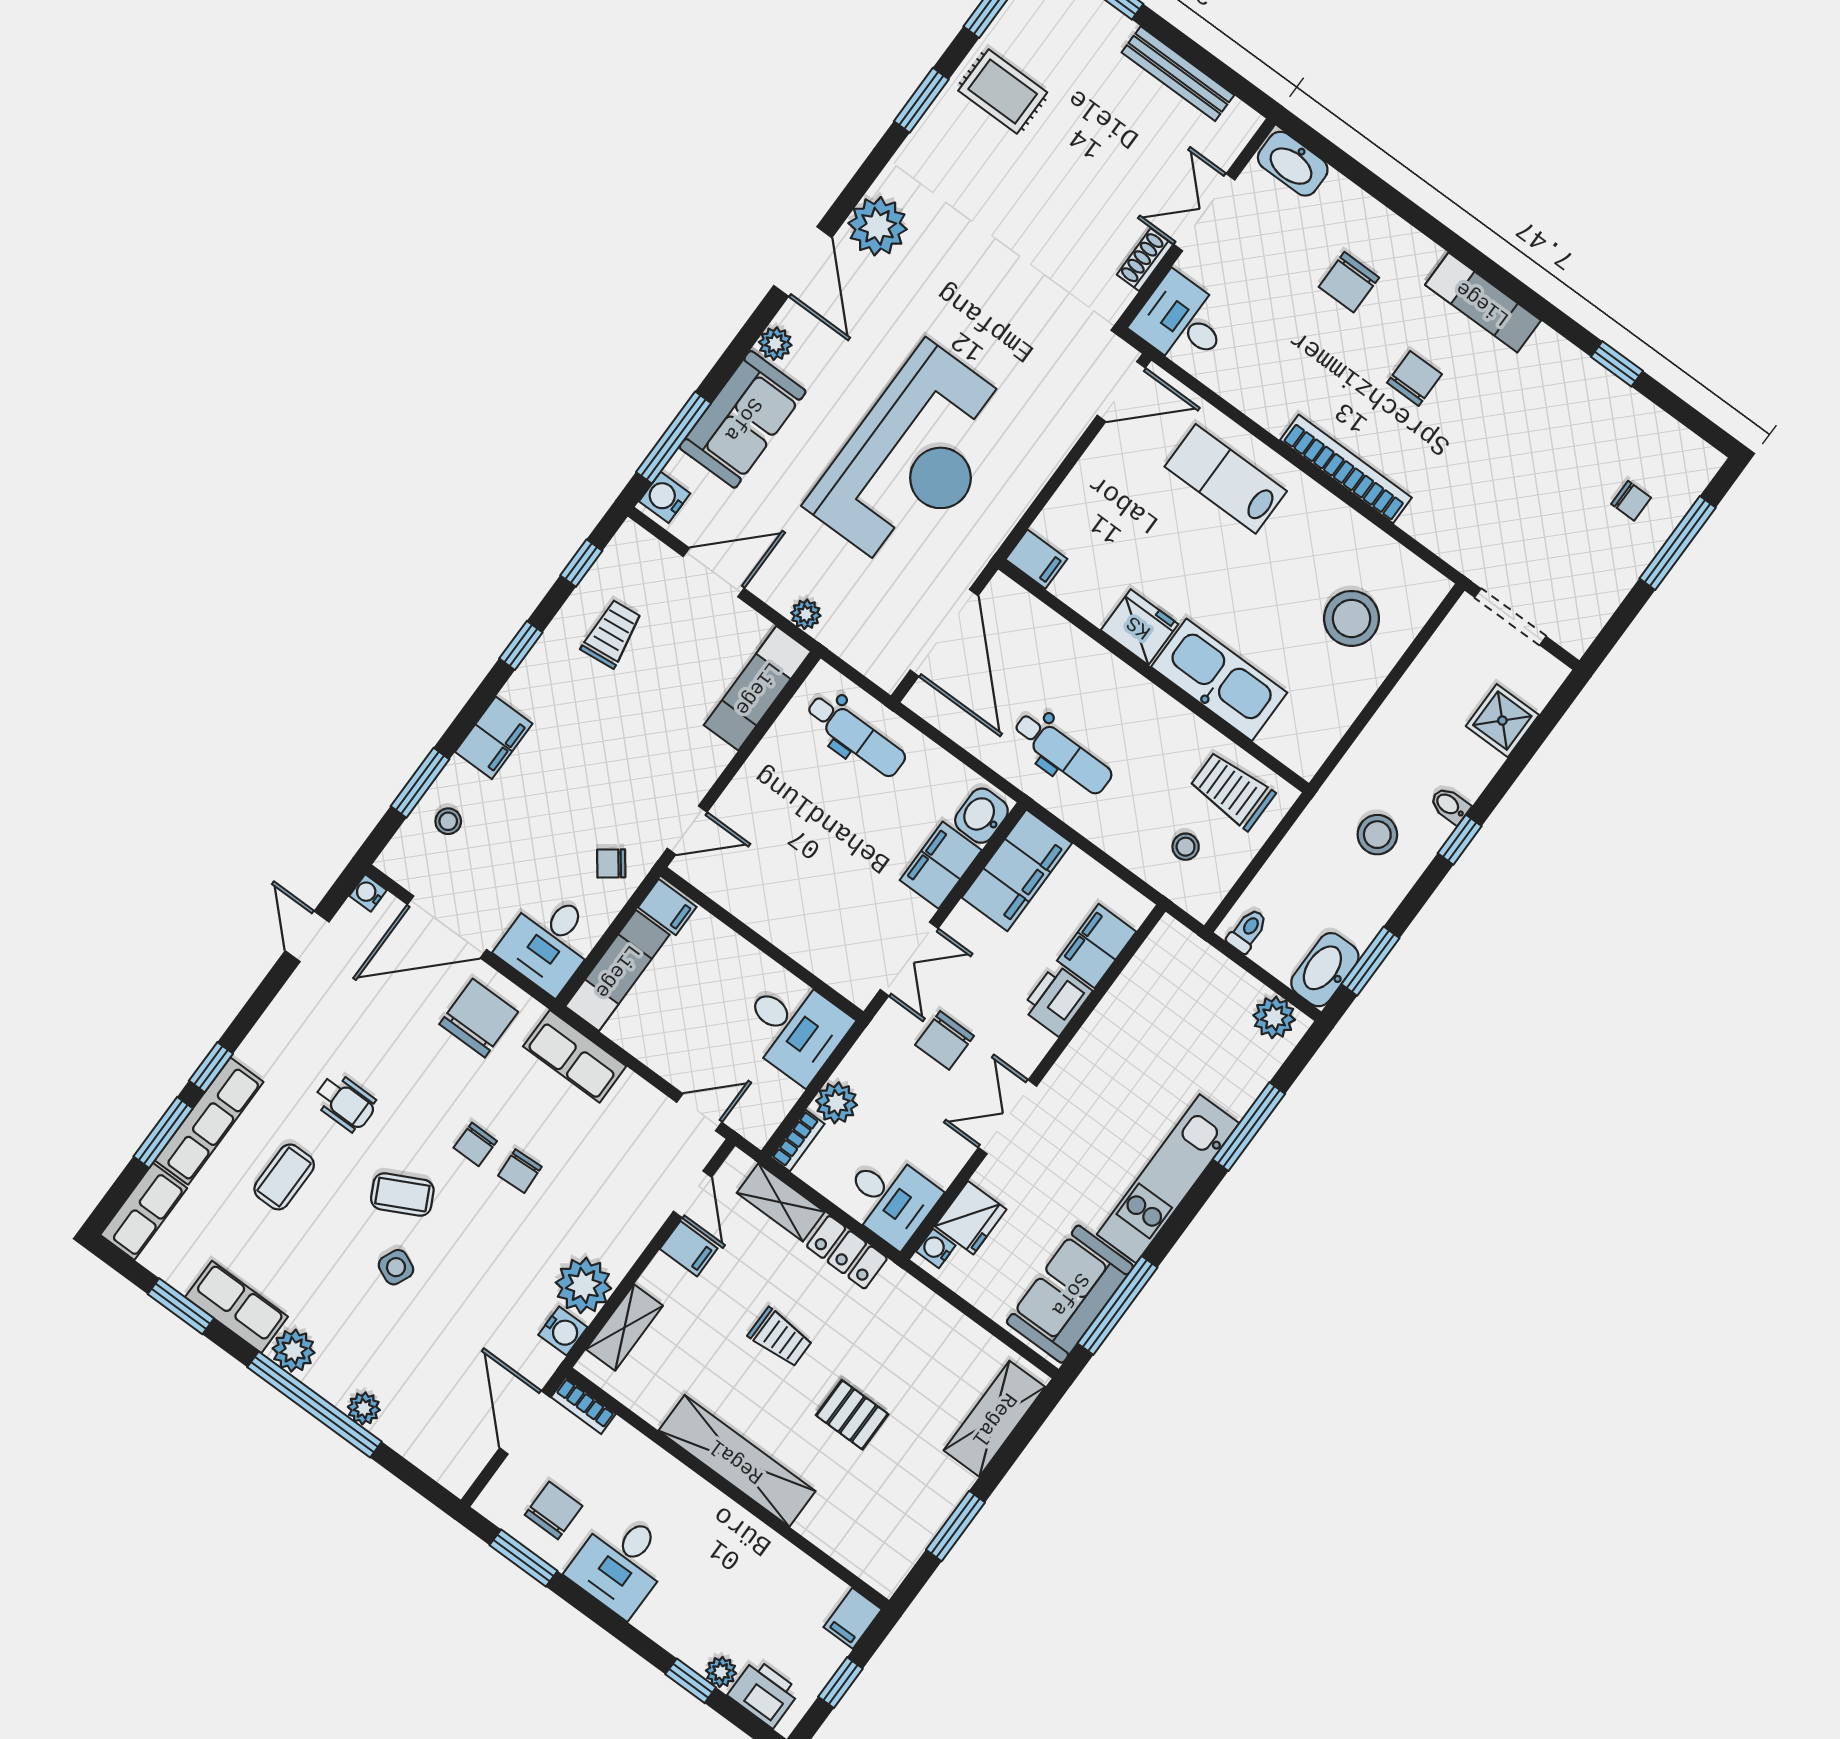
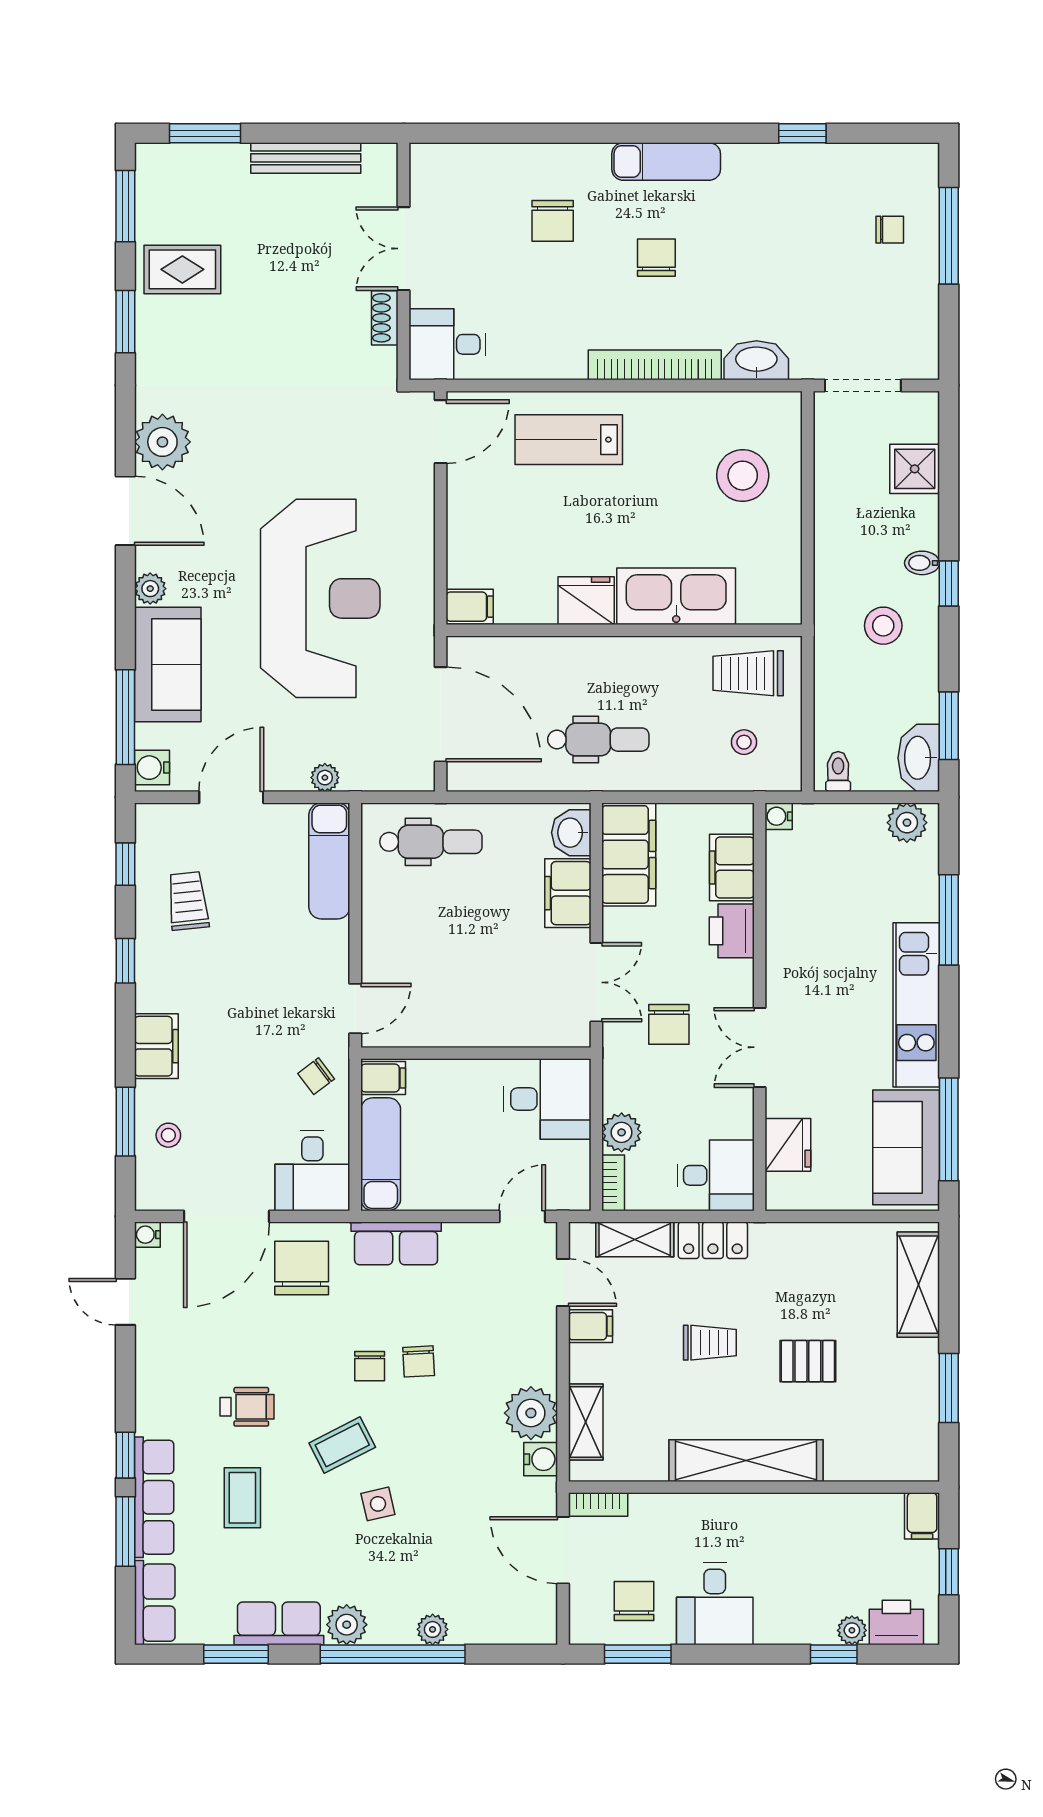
washbasin: (1293, 164) -> (756, 360), moved, turned 180
water cooler: (936, 1248) -> (779, 816), moved
side table: (396, 1267) -> (378, 1504), turned -37

